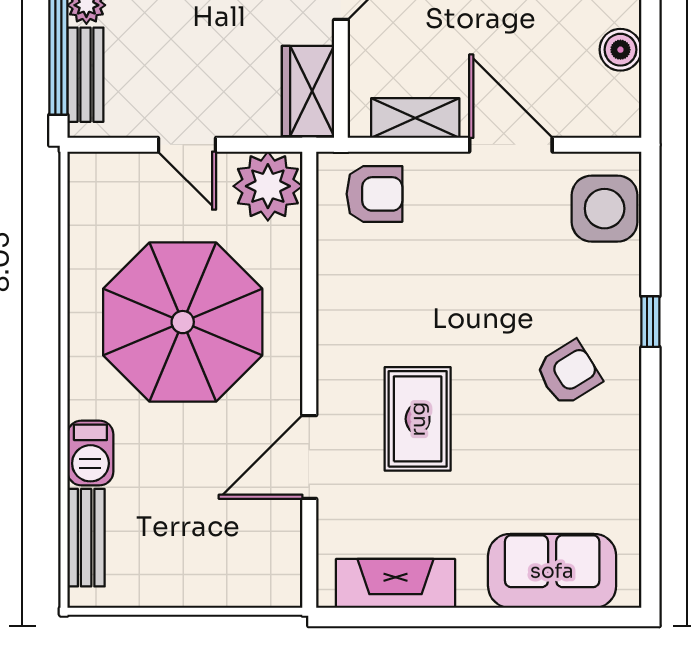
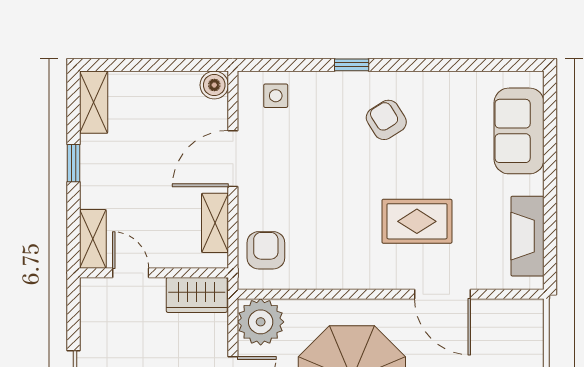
boiler: (620, 50) -> (214, 85), moved
side table: (605, 209) -> (276, 96), width x0.54, depth x0.54

